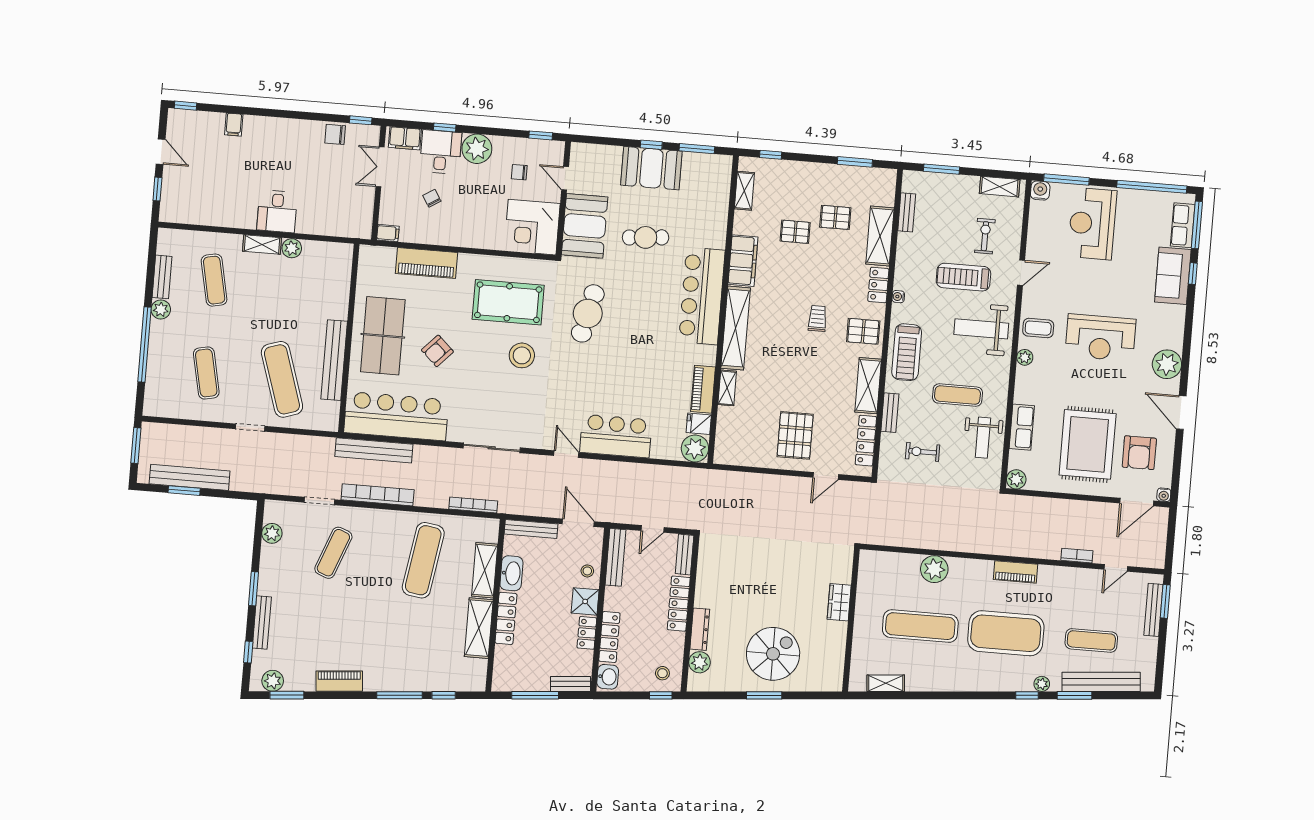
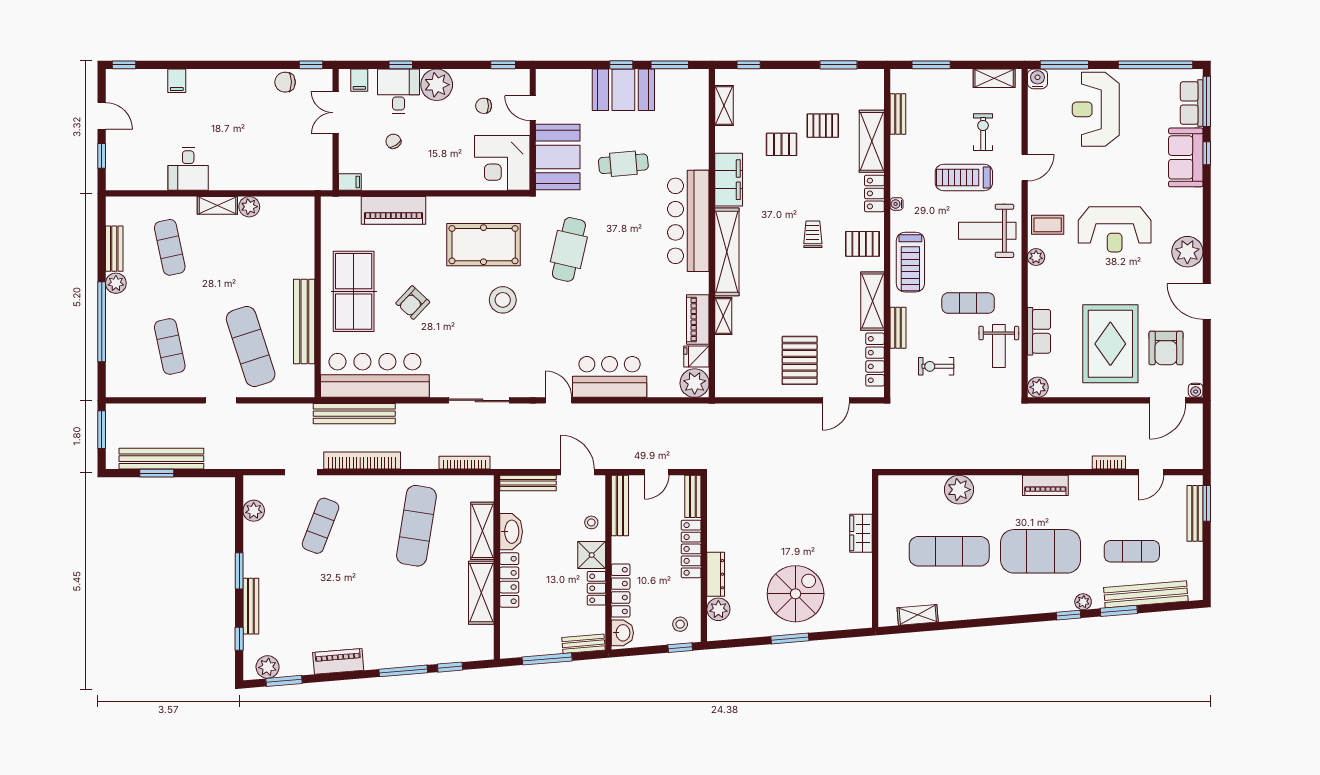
filing cabinet: (405, 138) -> (359, 80), width x0.50
desk: (277, 211) -> (188, 169), moved

